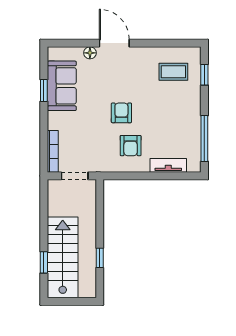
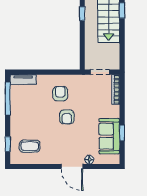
tv unit: (168, 165) -> (23, 80), moved

